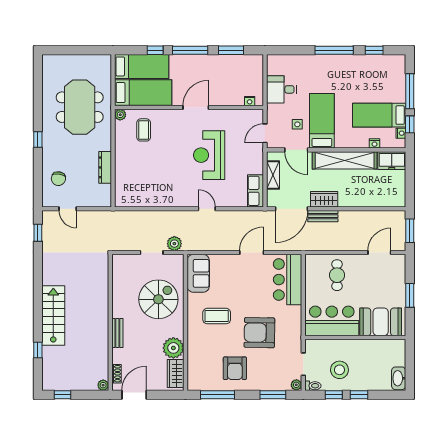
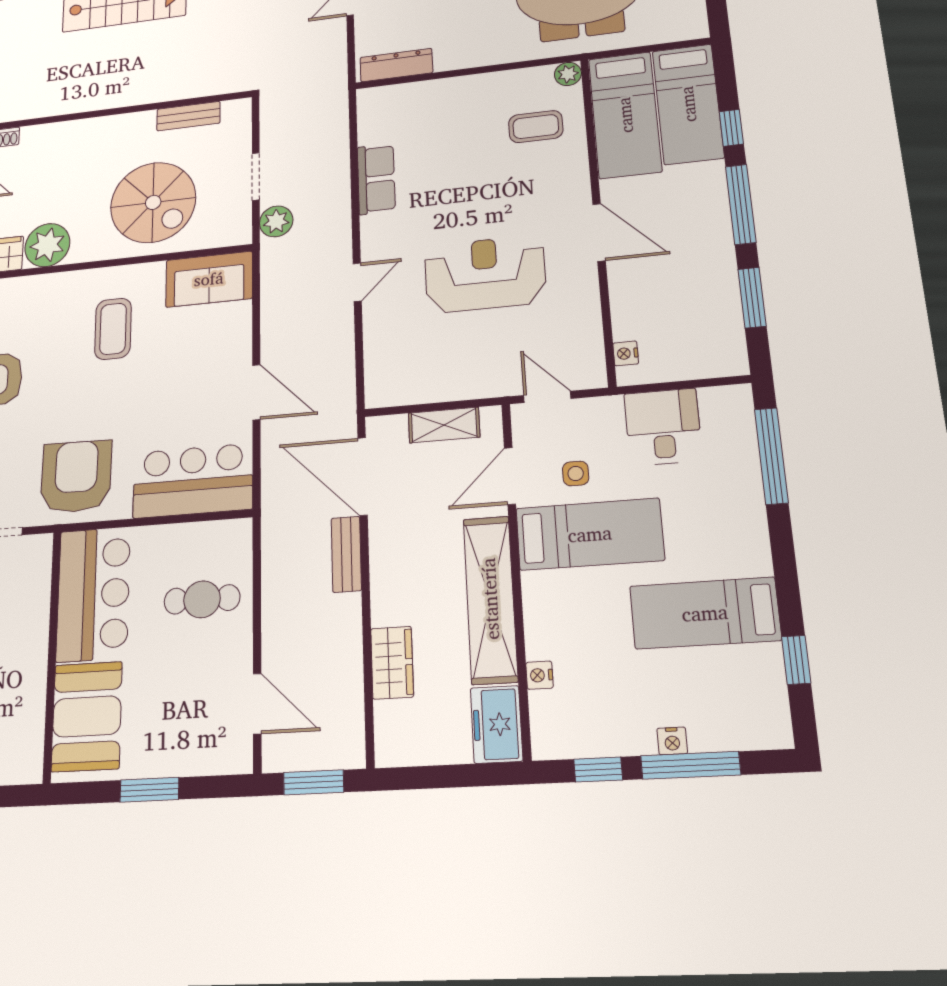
window: (334, 50) -> (771, 456), moved
bed: (379, 115) -> (705, 613), moved, turned -90
nightstand: (401, 133) -> (672, 741), moved
dresser: (105, 167) -> (396, 65), moved
row of seats: (255, 191) -> (376, 179), moved, turned 90
wardrobe: (324, 199) -> (392, 663), moved
bench: (117, 333) -> (188, 116), moved
armchair: (259, 333) -> (76, 476), moved

